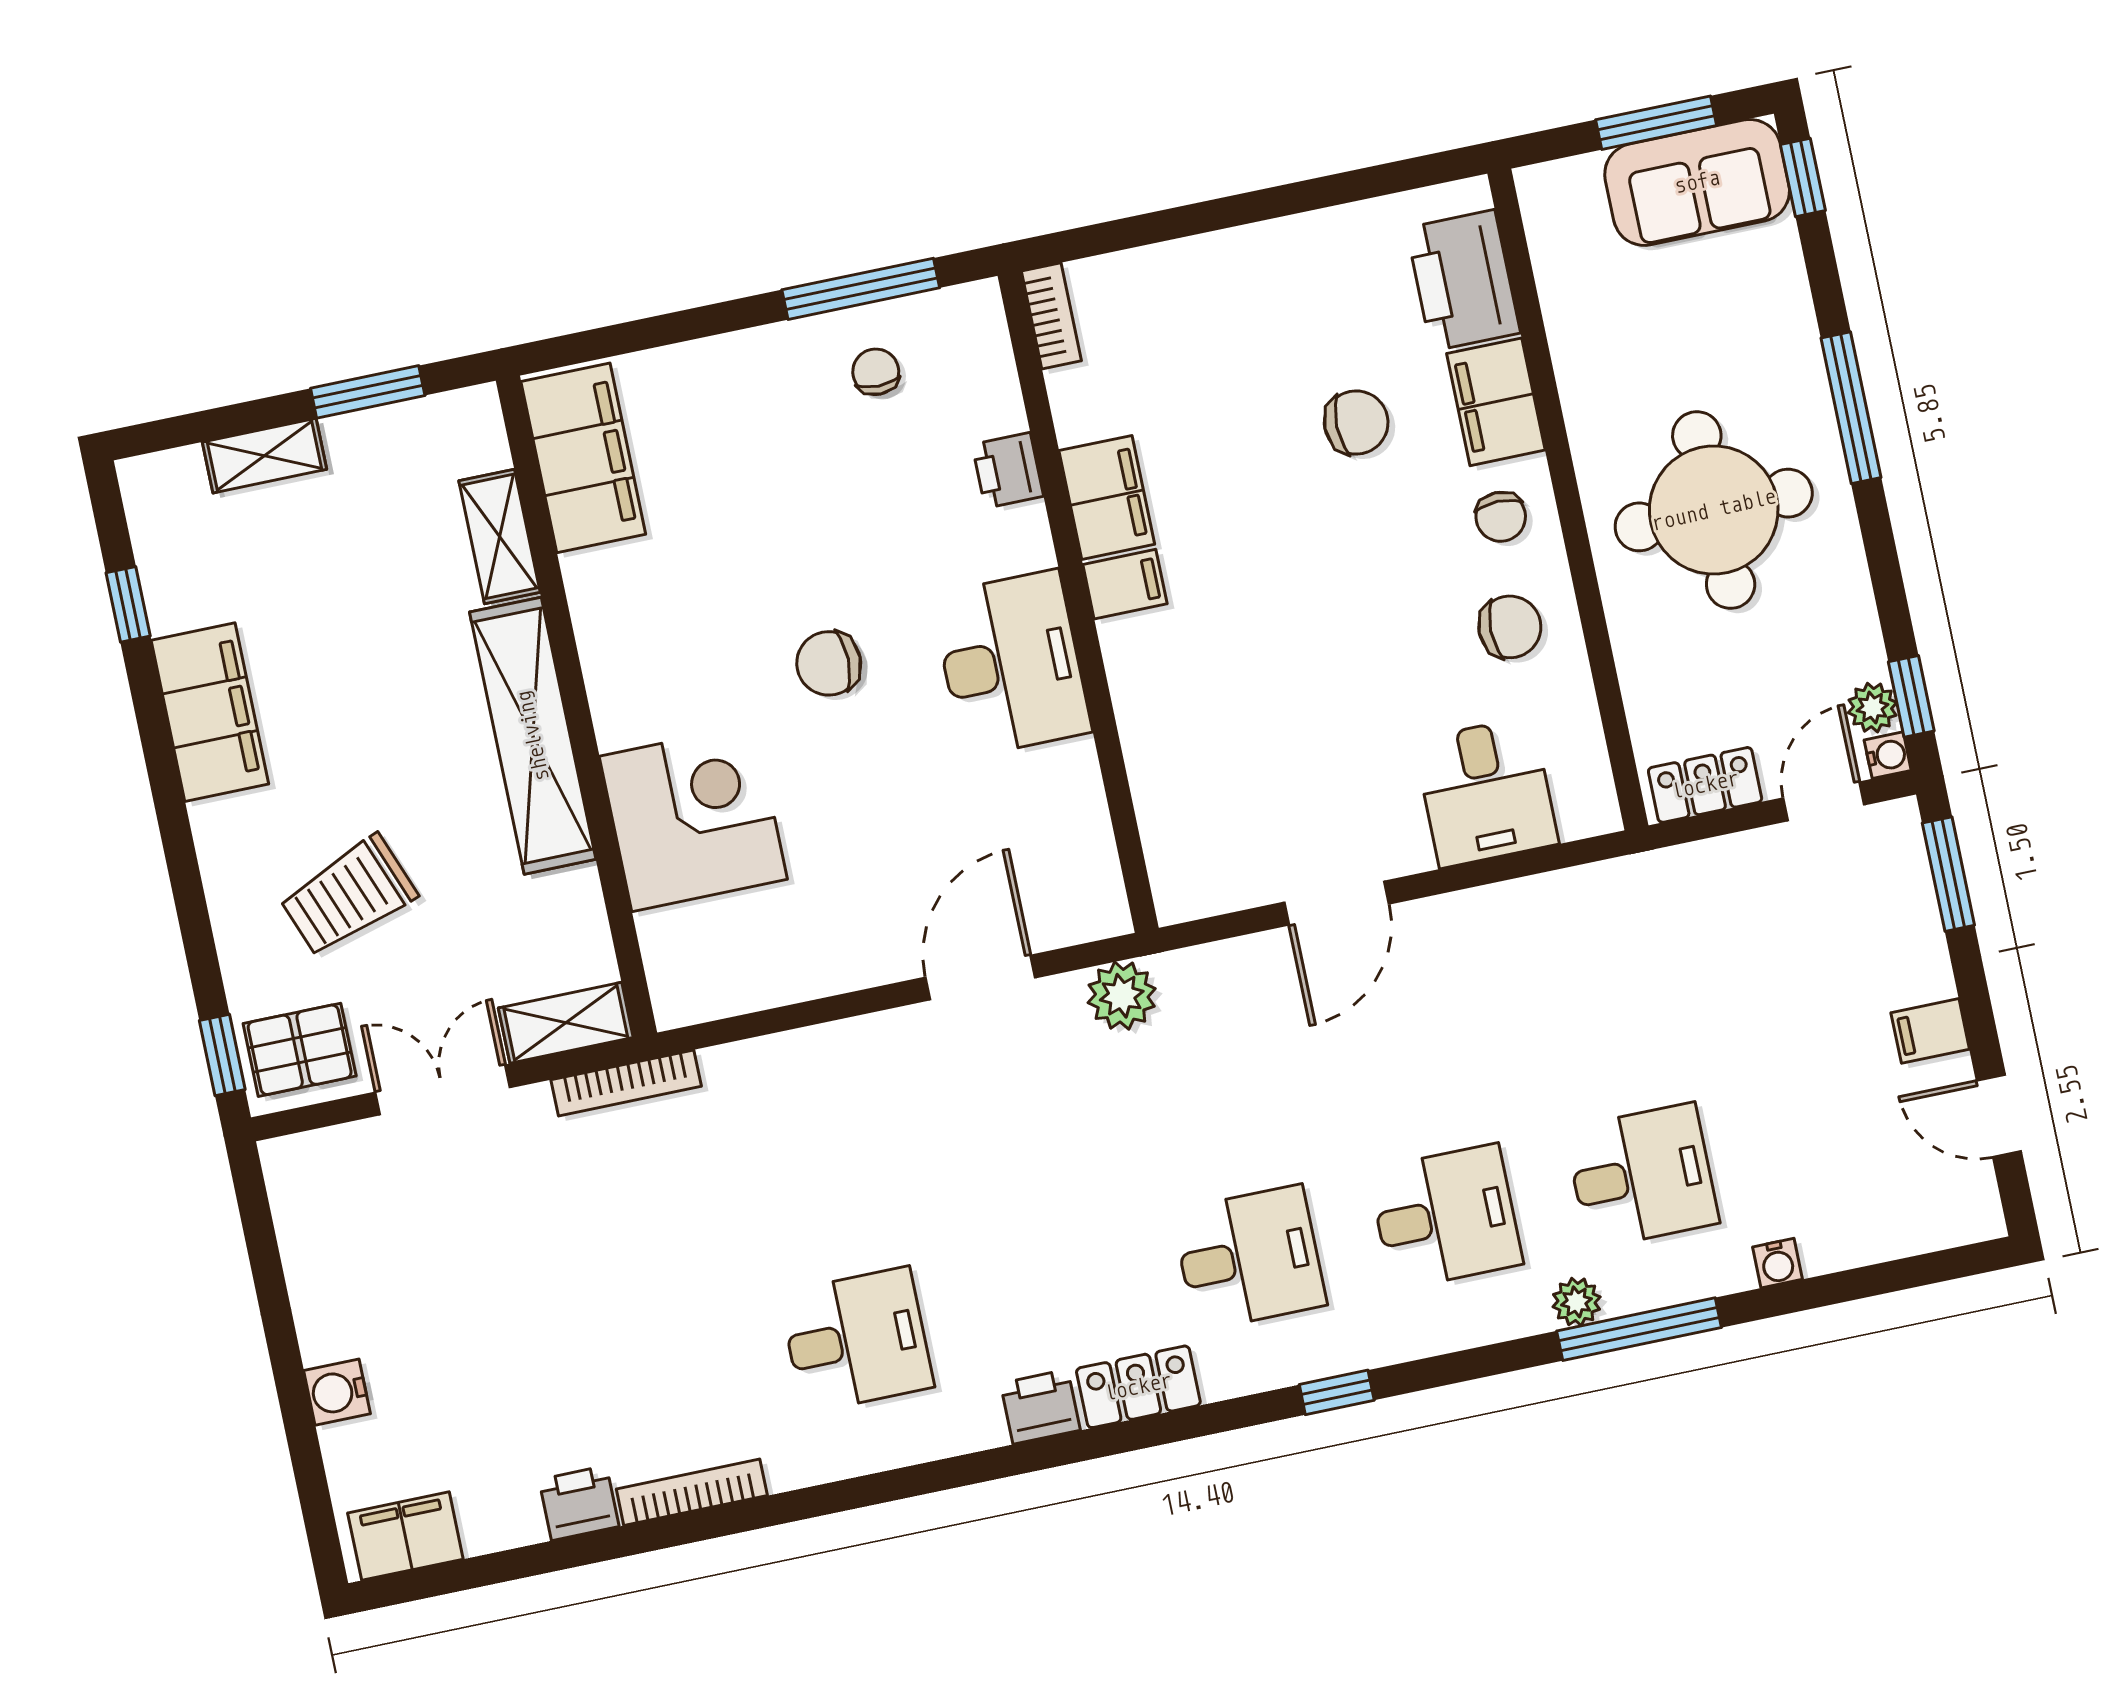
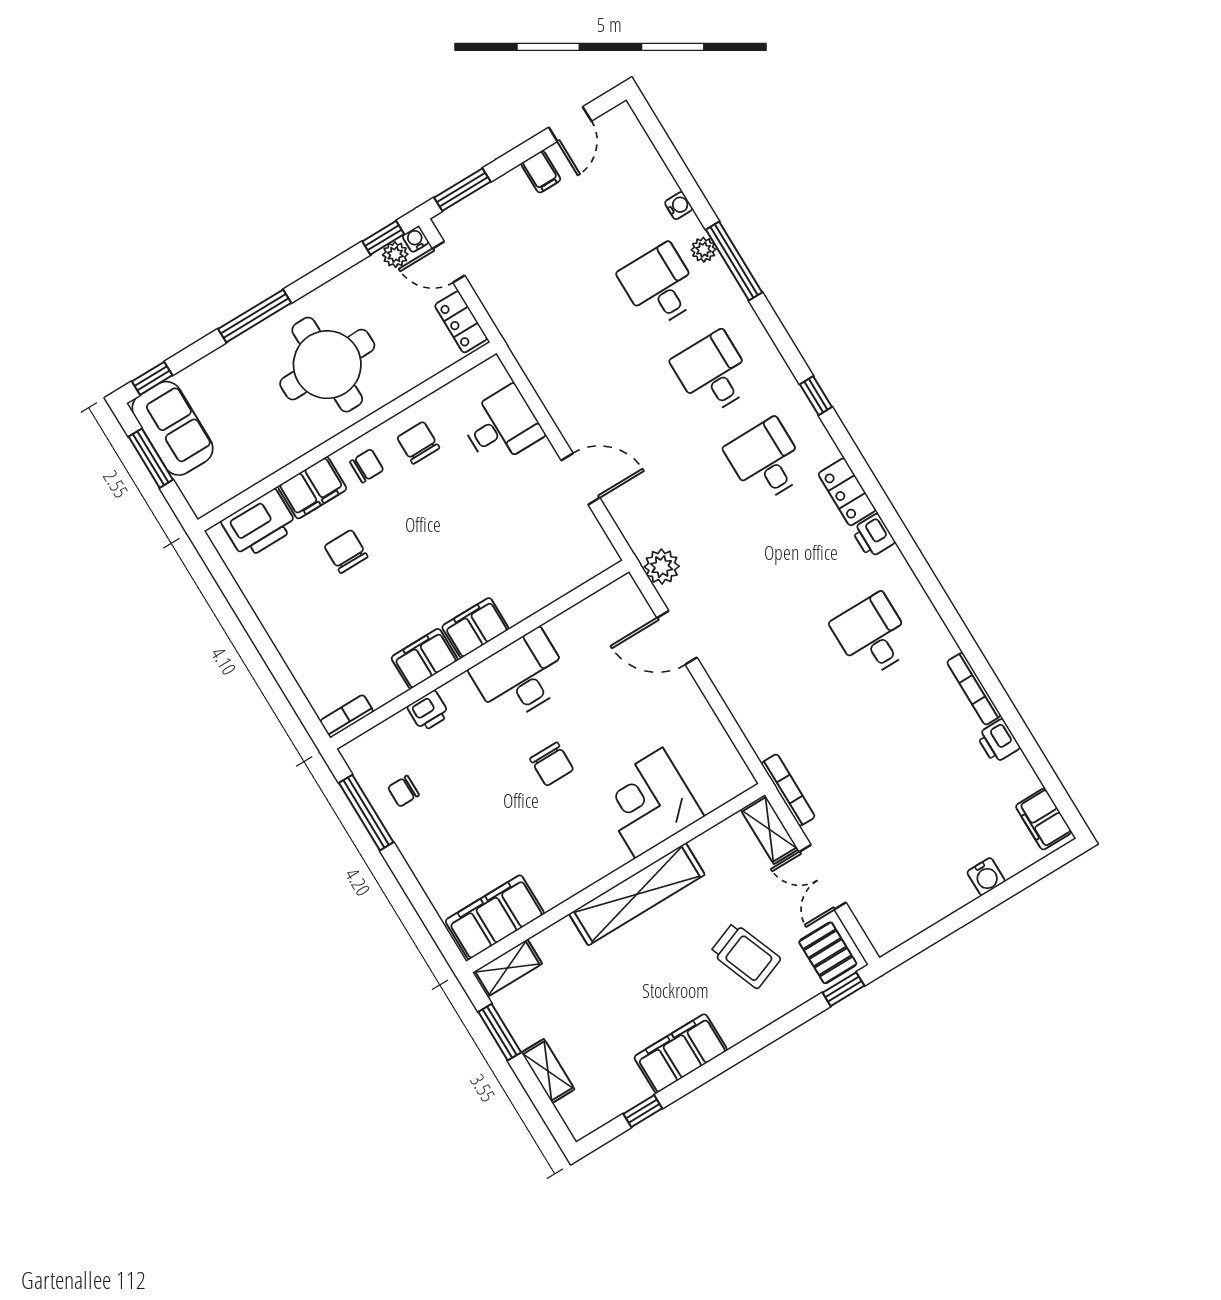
shelving: (499, 536) -> (507, 968), moved
filing cabinet: (1125, 584) -> (475, 628), width x2.00
plant: (1577, 1302) -> (704, 250), moved

